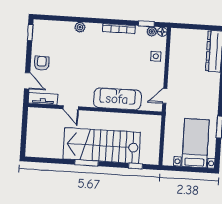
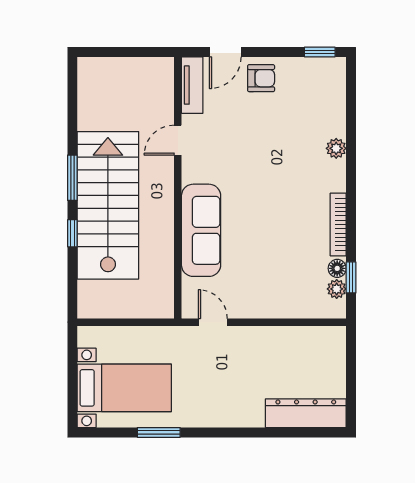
floor lamp: (162, 32) -> (337, 268), moved
side table: (156, 56) -> (289, 300), removed
window: (136, 166) -> (72, 233), moved

